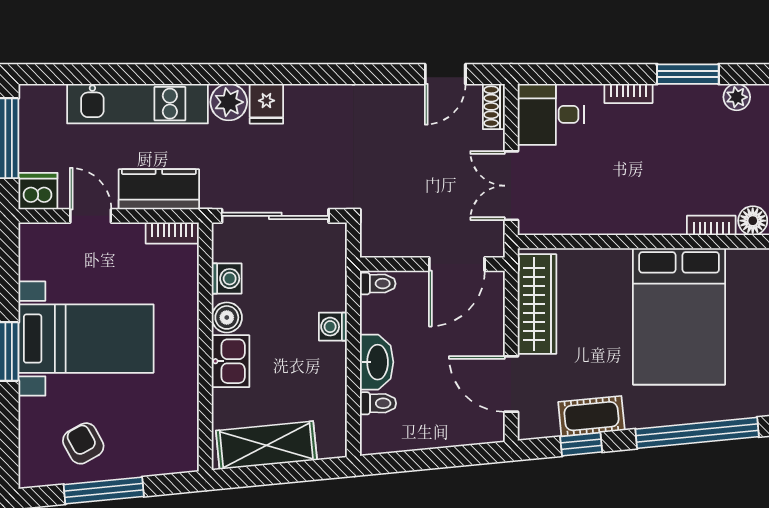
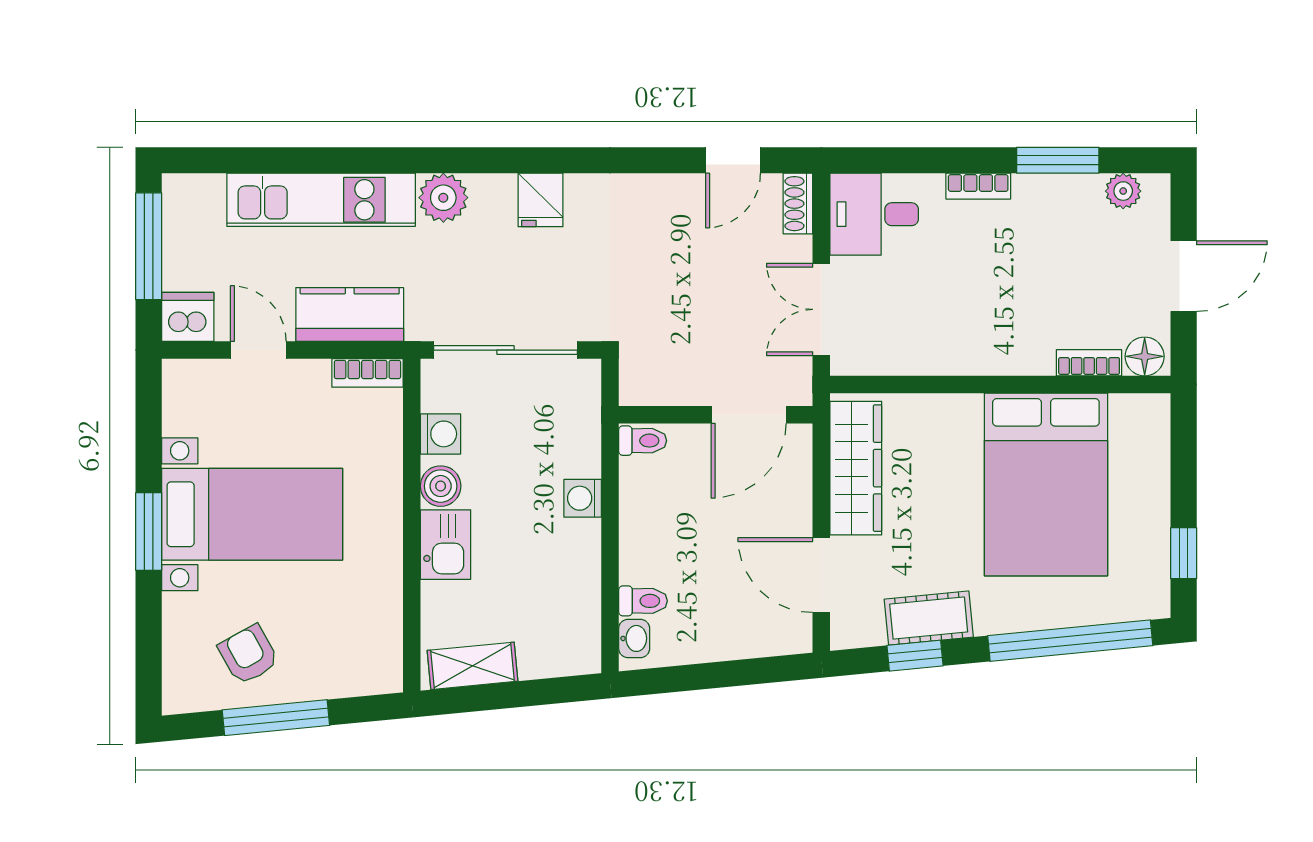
fridge: (266, 104) -> (541, 200), moved
washbasin: (377, 362) -> (634, 638), moved, width x0.52, depth x0.69
shelving: (266, 445) -> (473, 666), width x0.67, depth x0.75

